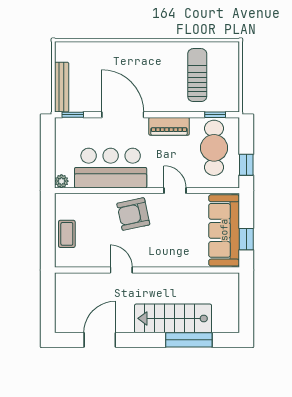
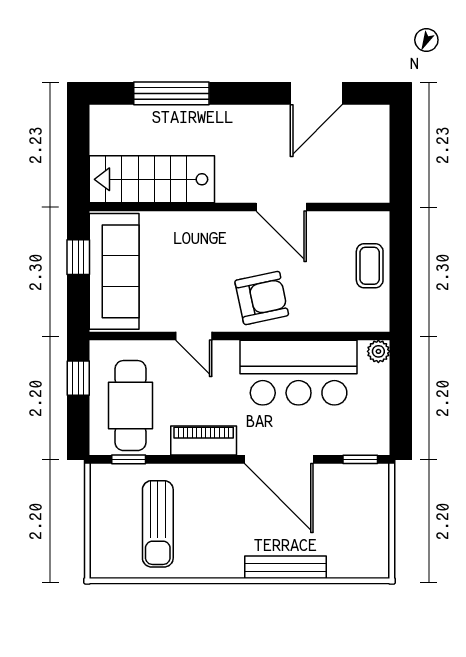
bench: (62, 87) -> (285, 567), moved, turned 90
door: (121, 270) -> (281, 207), width x1.38
stairs: (173, 318) -> (152, 179), moved, turned 180

